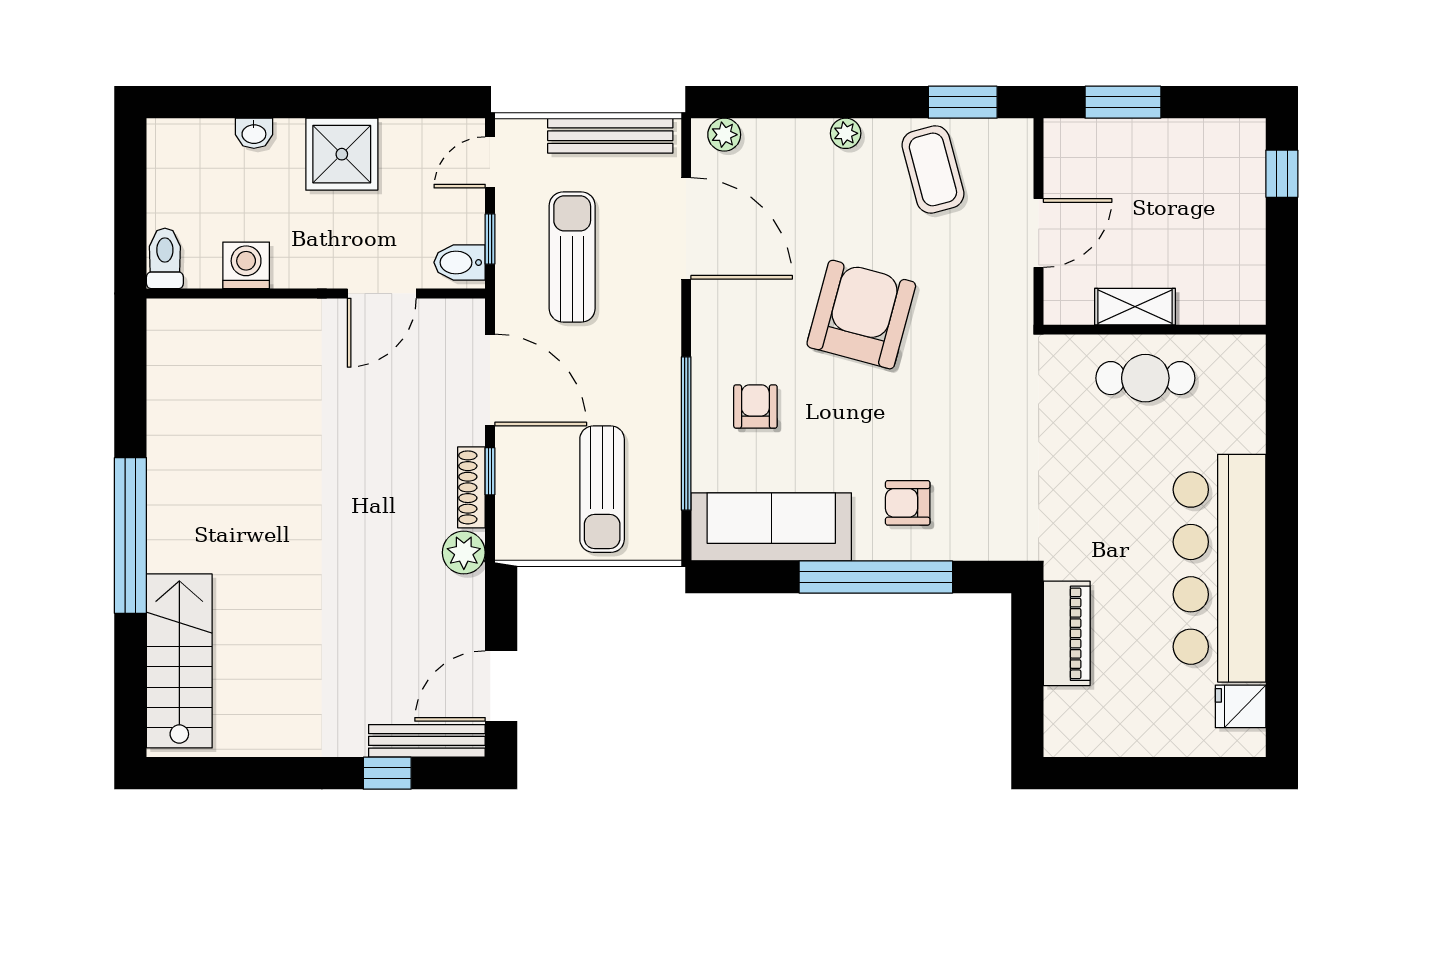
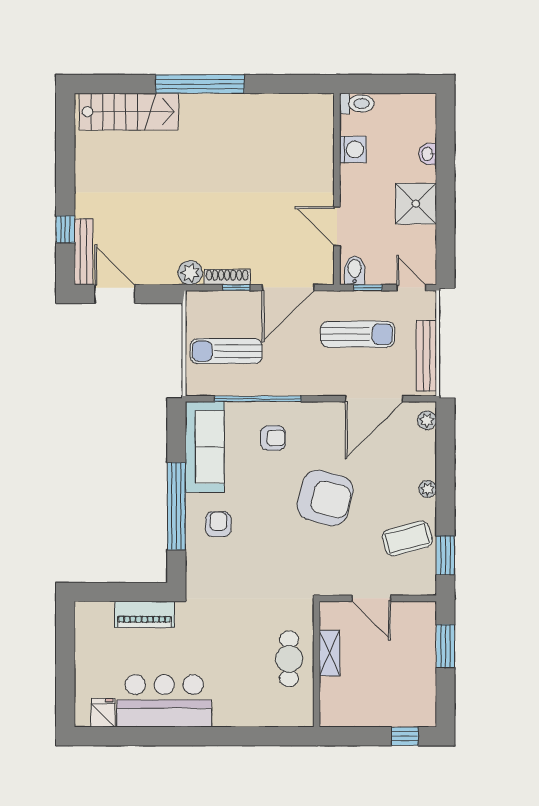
bar counter: (1220, 568) -> (164, 701), width x0.73

